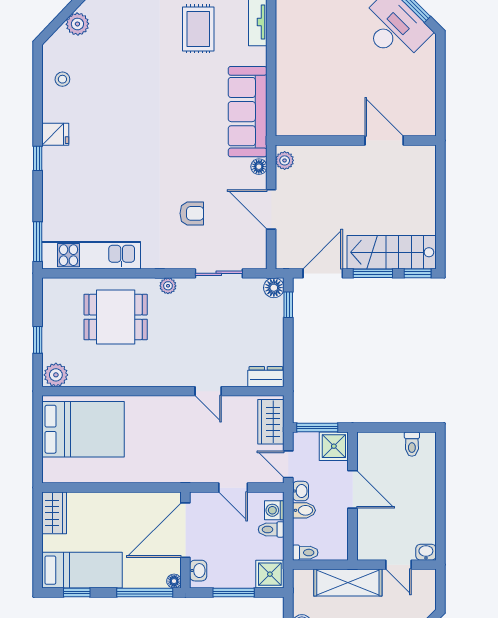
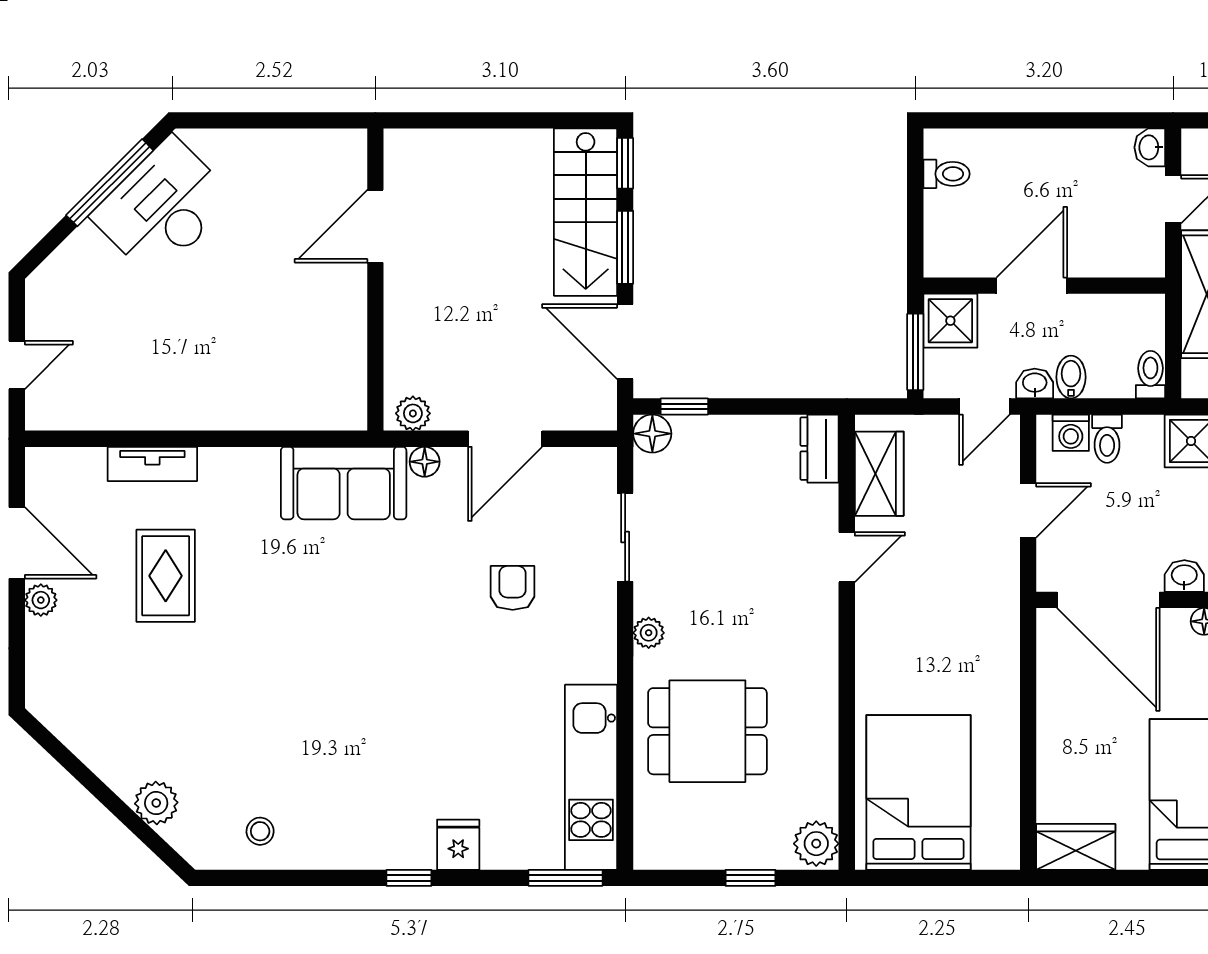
rug: (198, 29) -> (166, 576), turned 90
sofa: (248, 112) -> (344, 483), width x0.73
fridge: (55, 134) -> (458, 845), moved
dining table: (116, 317) -> (707, 731), turned 90
wardrobe: (271, 422) -> (879, 474), moved, turned -90

